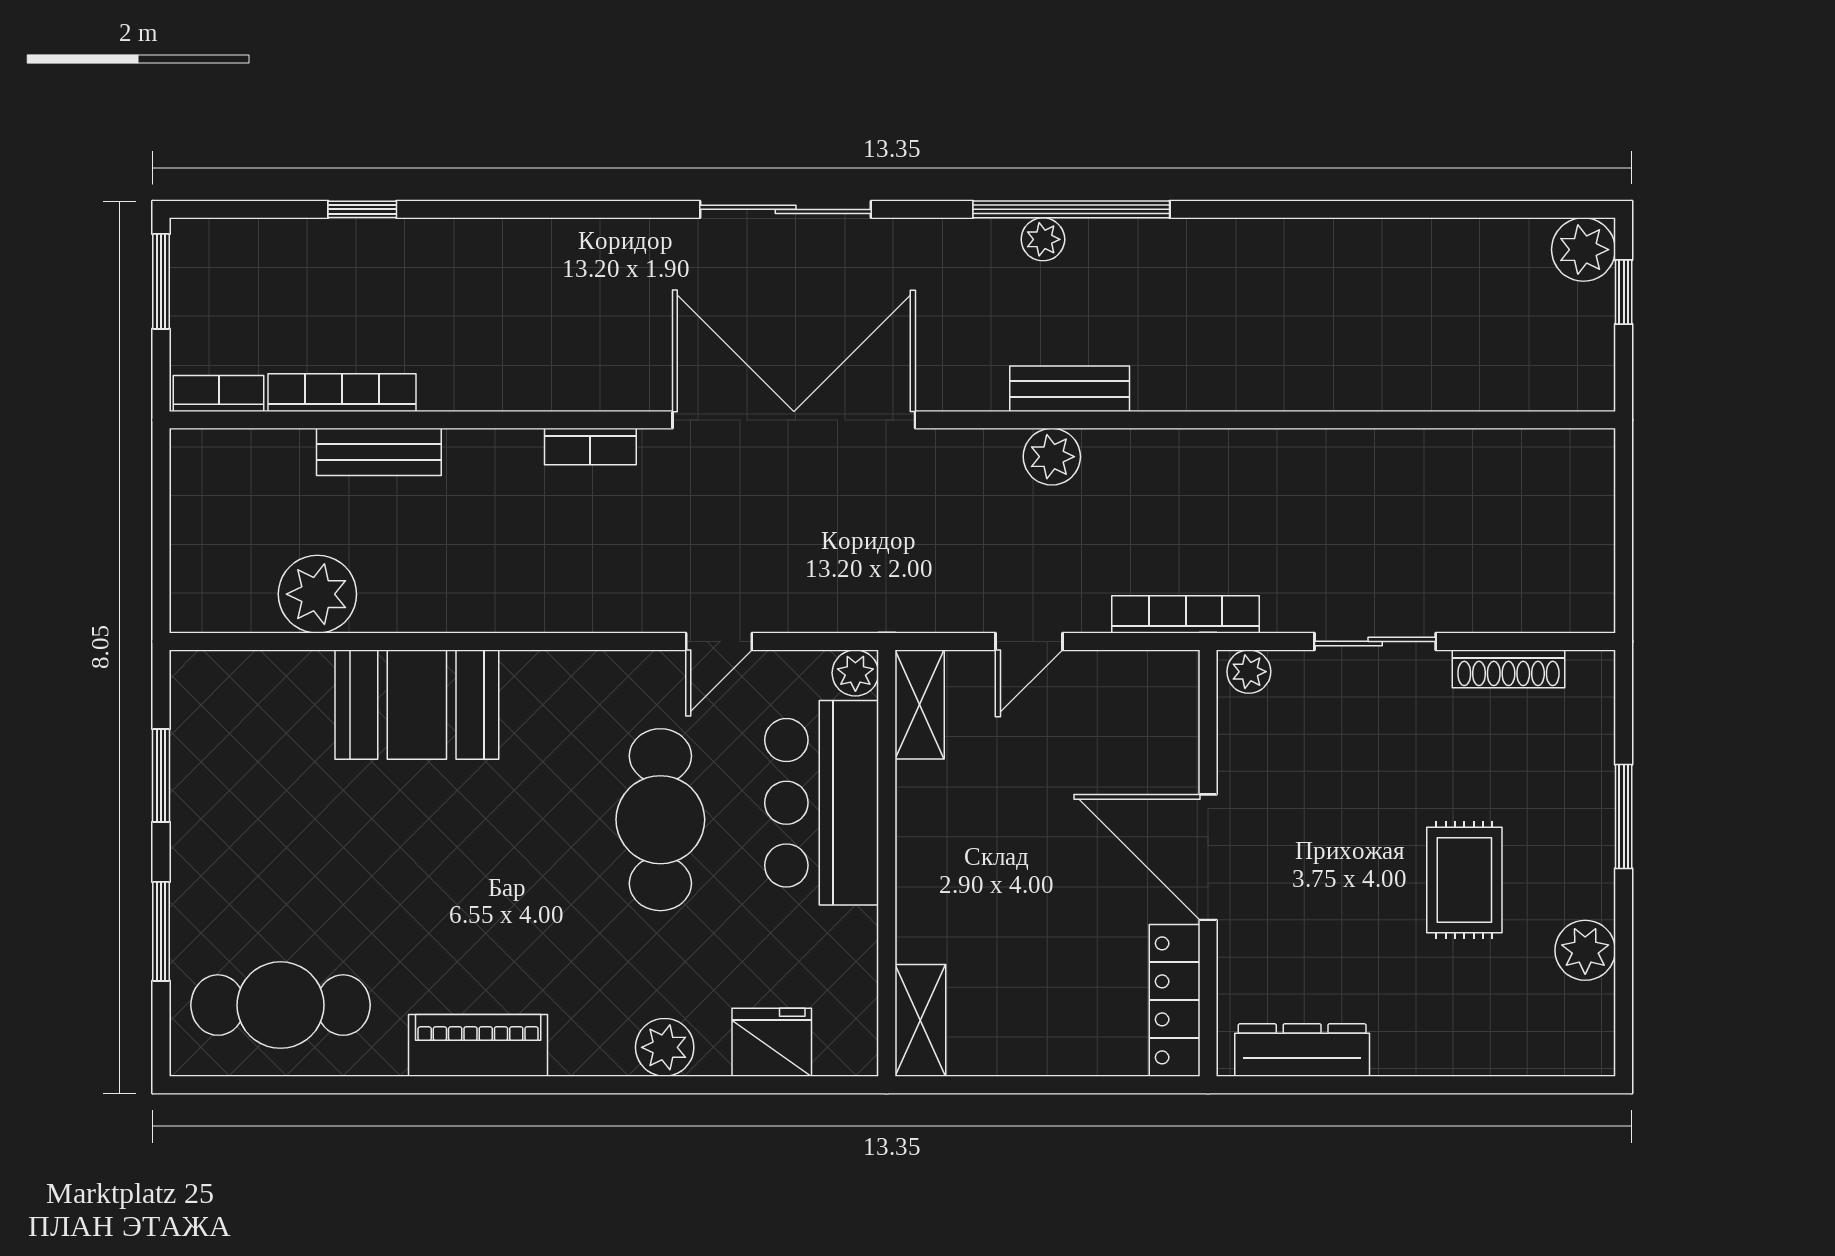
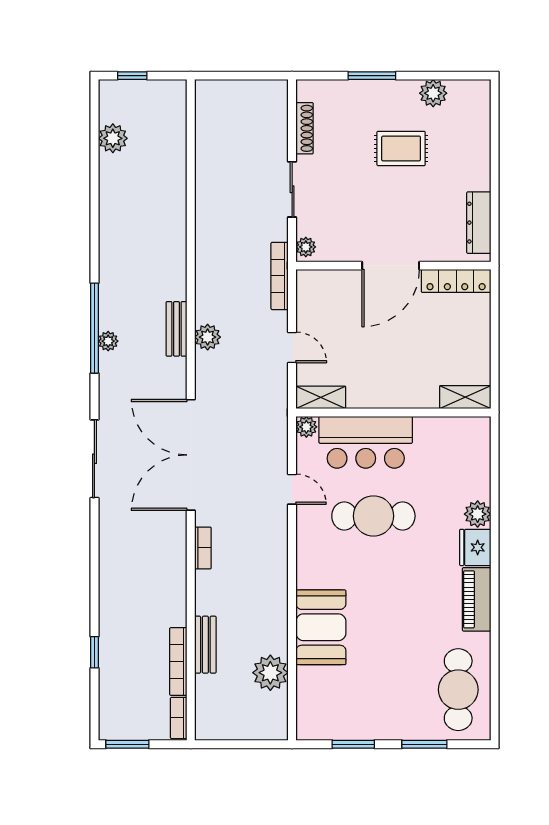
plant: (1583, 250) -> (113, 138), moved
fridge: (772, 1042) -> (475, 547), moved

